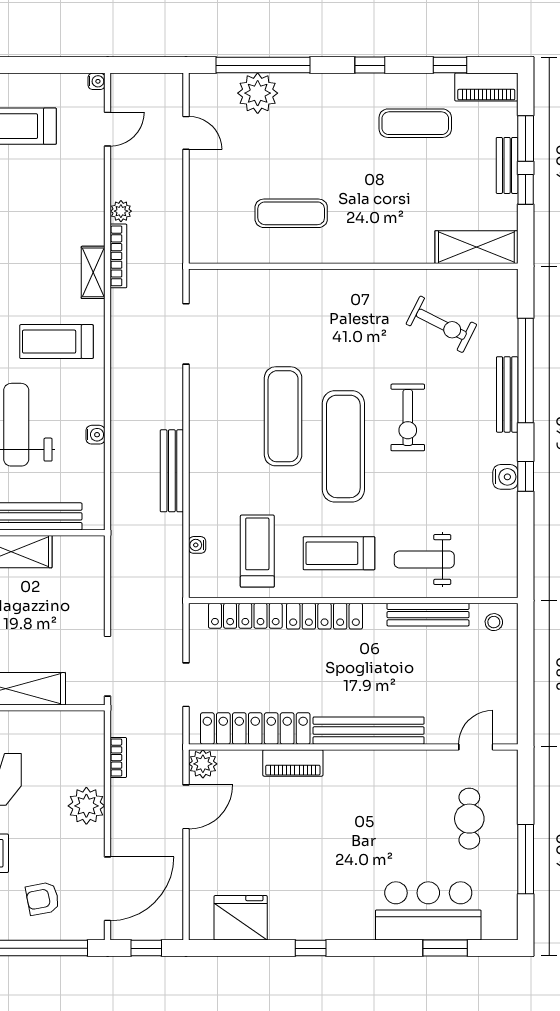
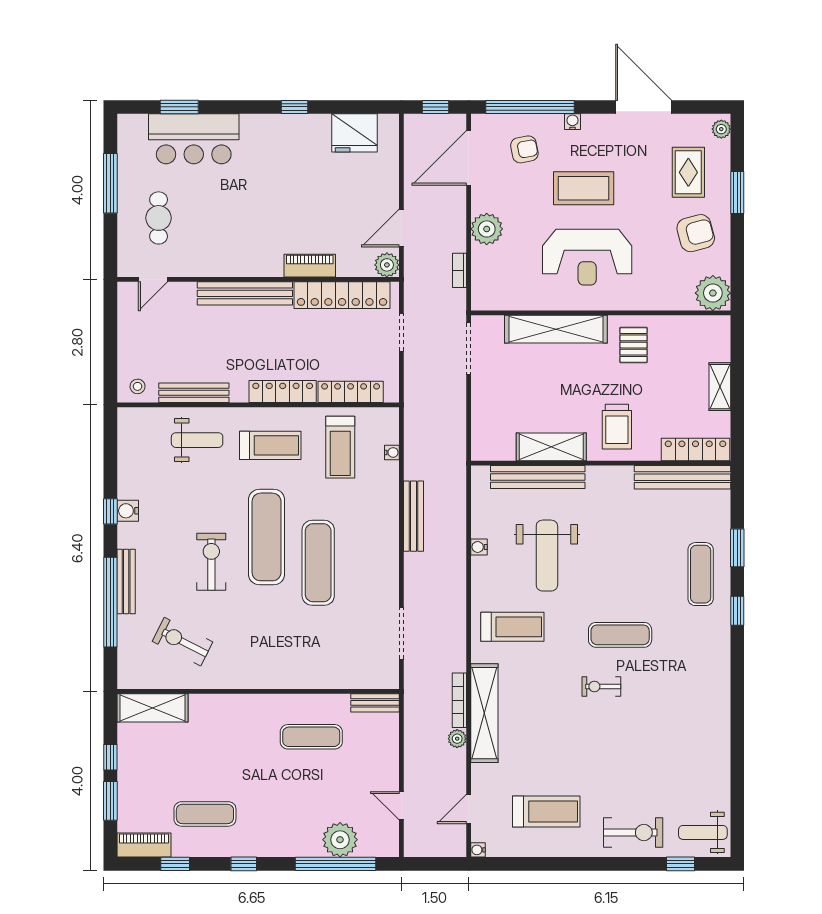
bench: (507, 165) -> (375, 703), moved, turned 90
shelving: (93, 272) -> (484, 713), width x2.20, depth x1.33

